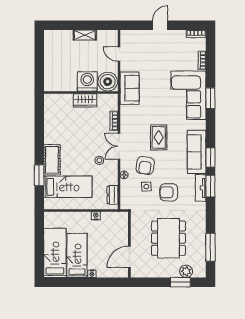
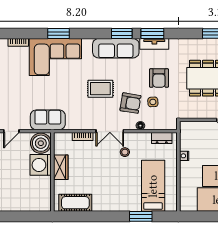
cot: (52, 160) -> (75, 203), moved

